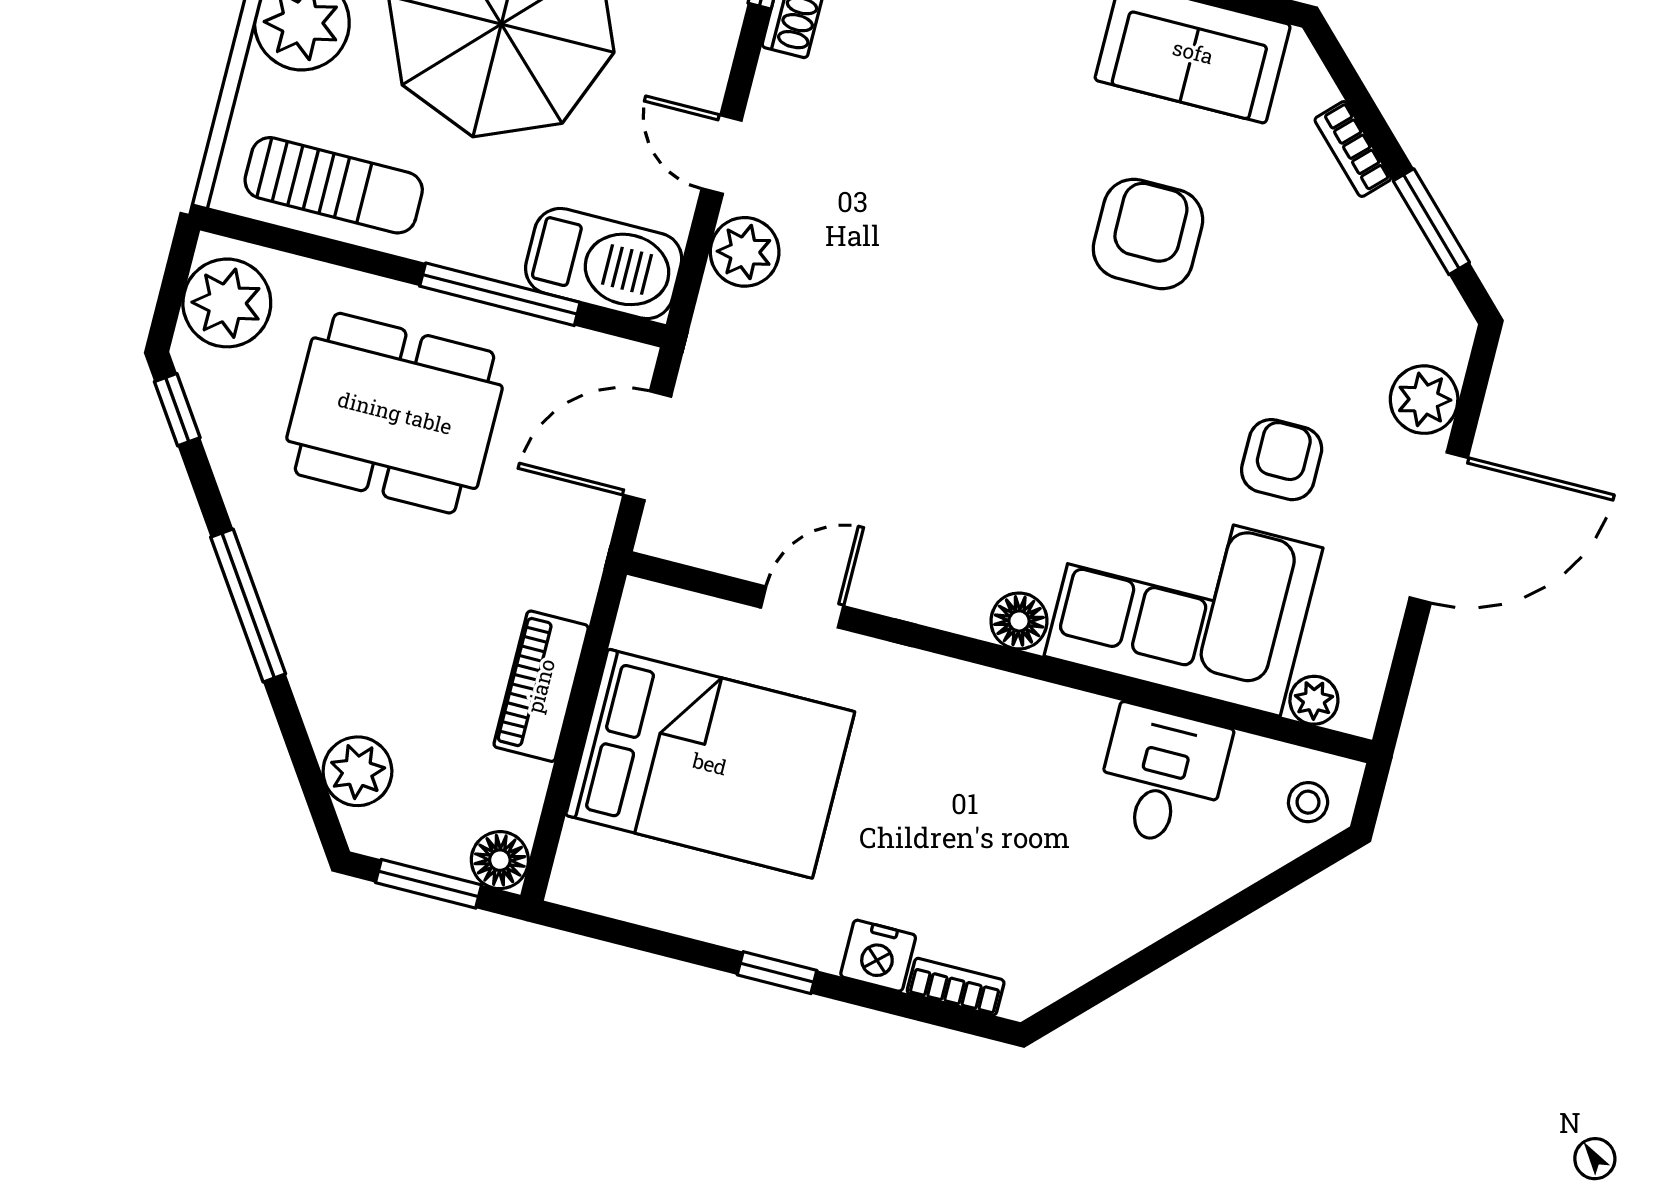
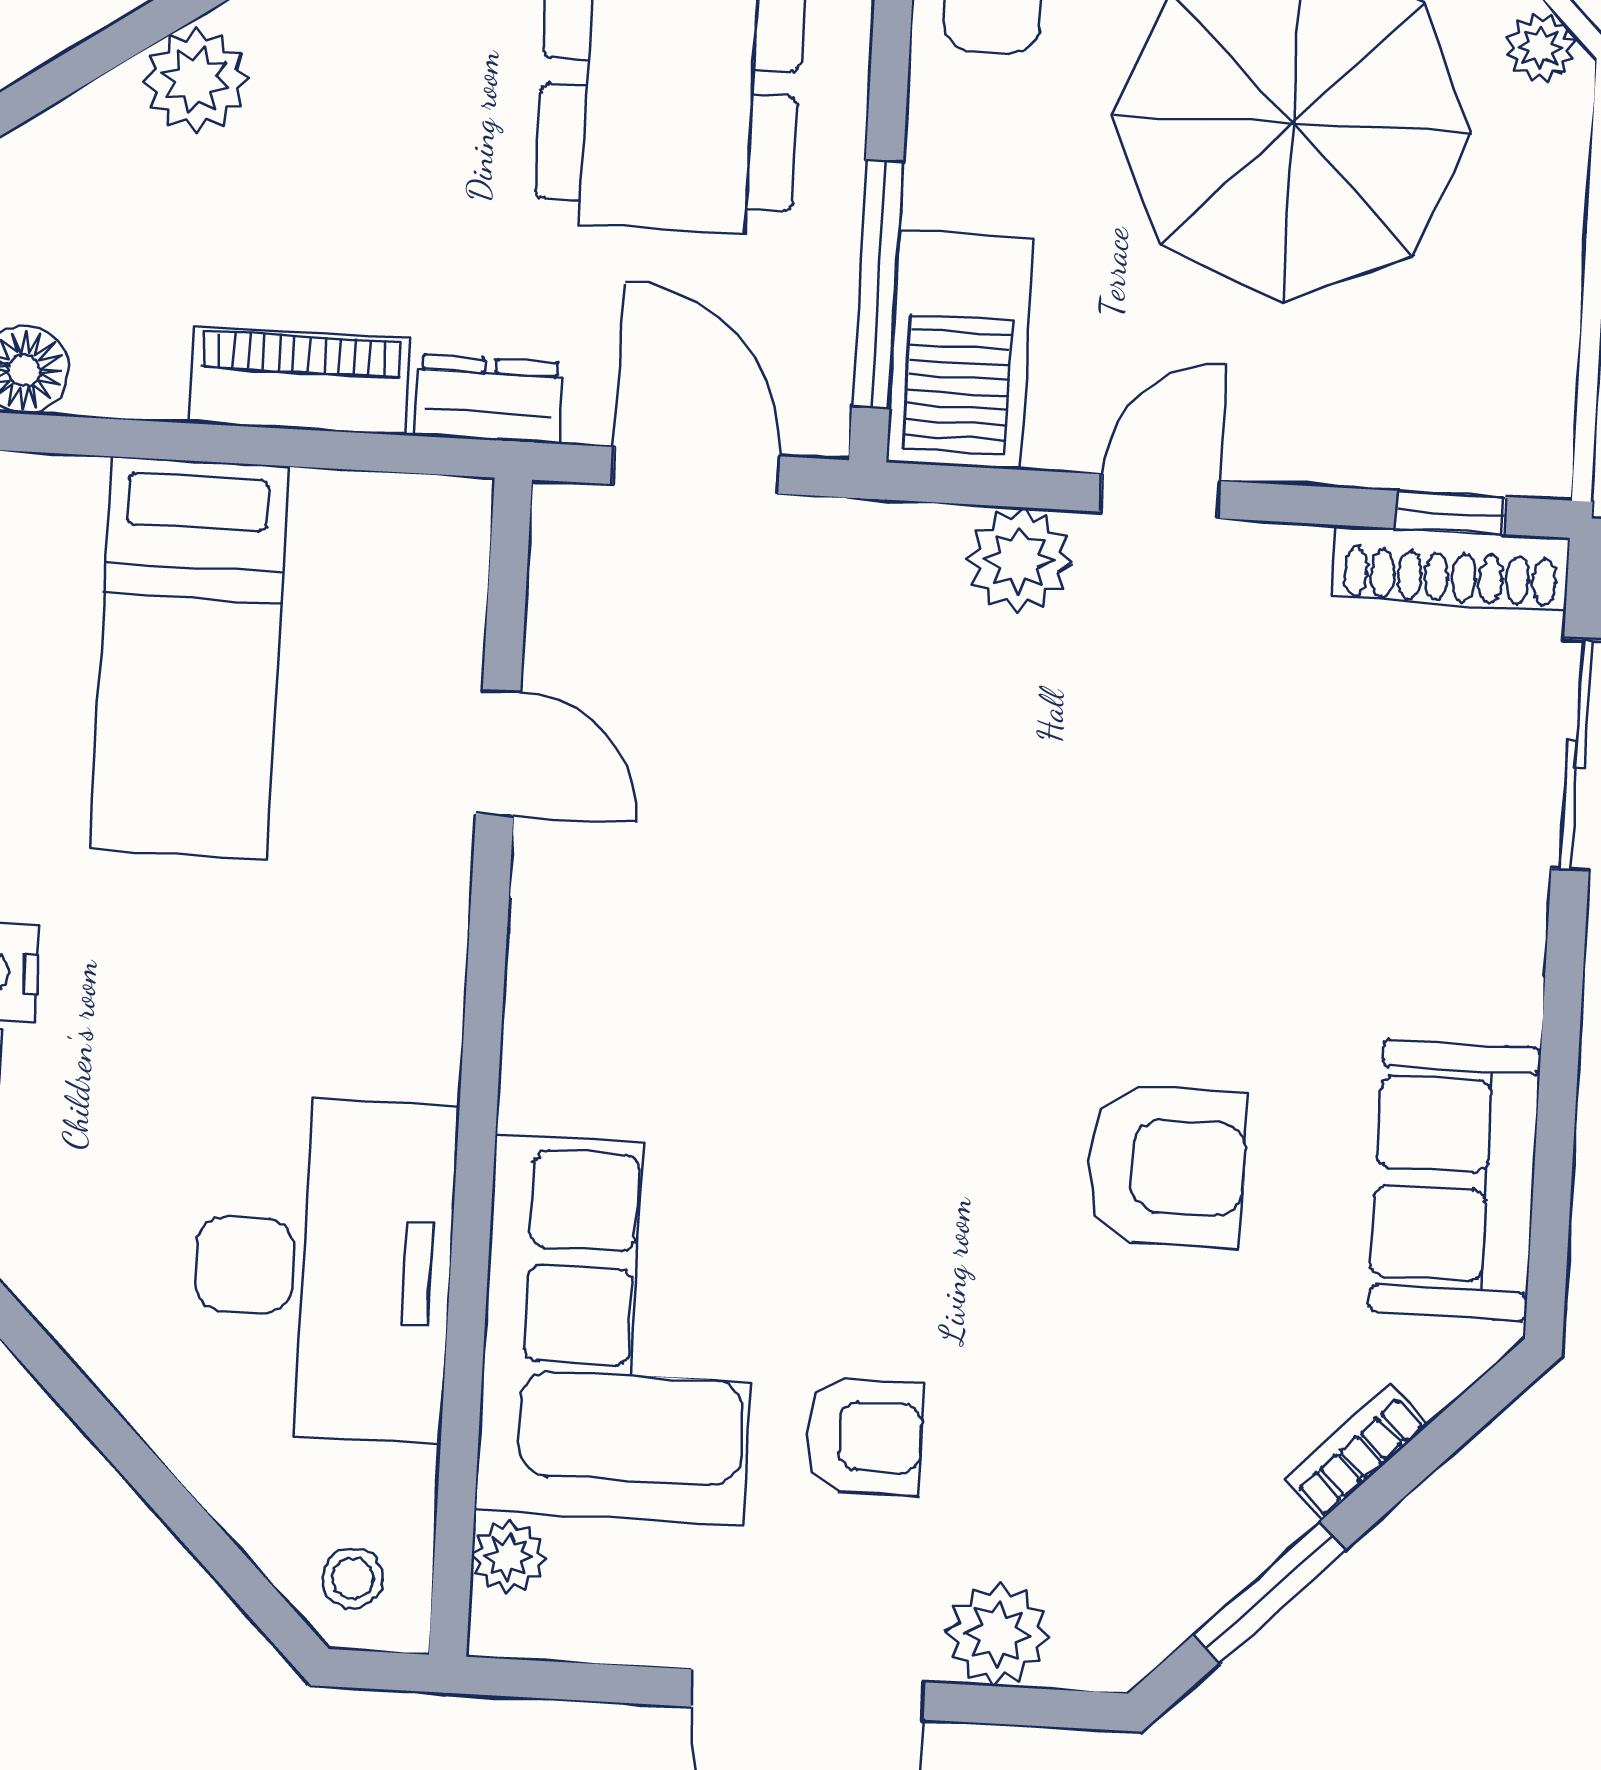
window: (500, 294) -> (878, 284), moved
dresser: (576, 569) -> (489, 399), added
floor lamp: (1019, 621) -> (541, 1086), removed
bed: (710, 764) -> (189, 658), width x0.67
plant: (357, 771) -> (196, 80), moved
desk: (1162, 776) -> (323, 1269), width x1.87, depth x1.30

